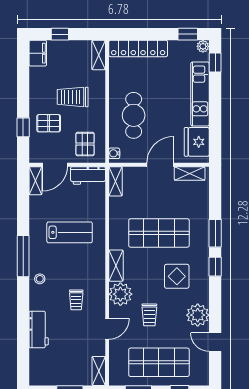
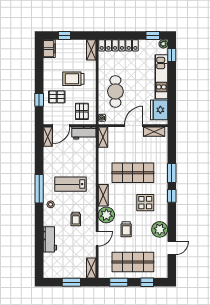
lab bench: (70, 232) -> (71, 184), moved, turned 180
door: (215, 342) -> (172, 248), swing flipped

